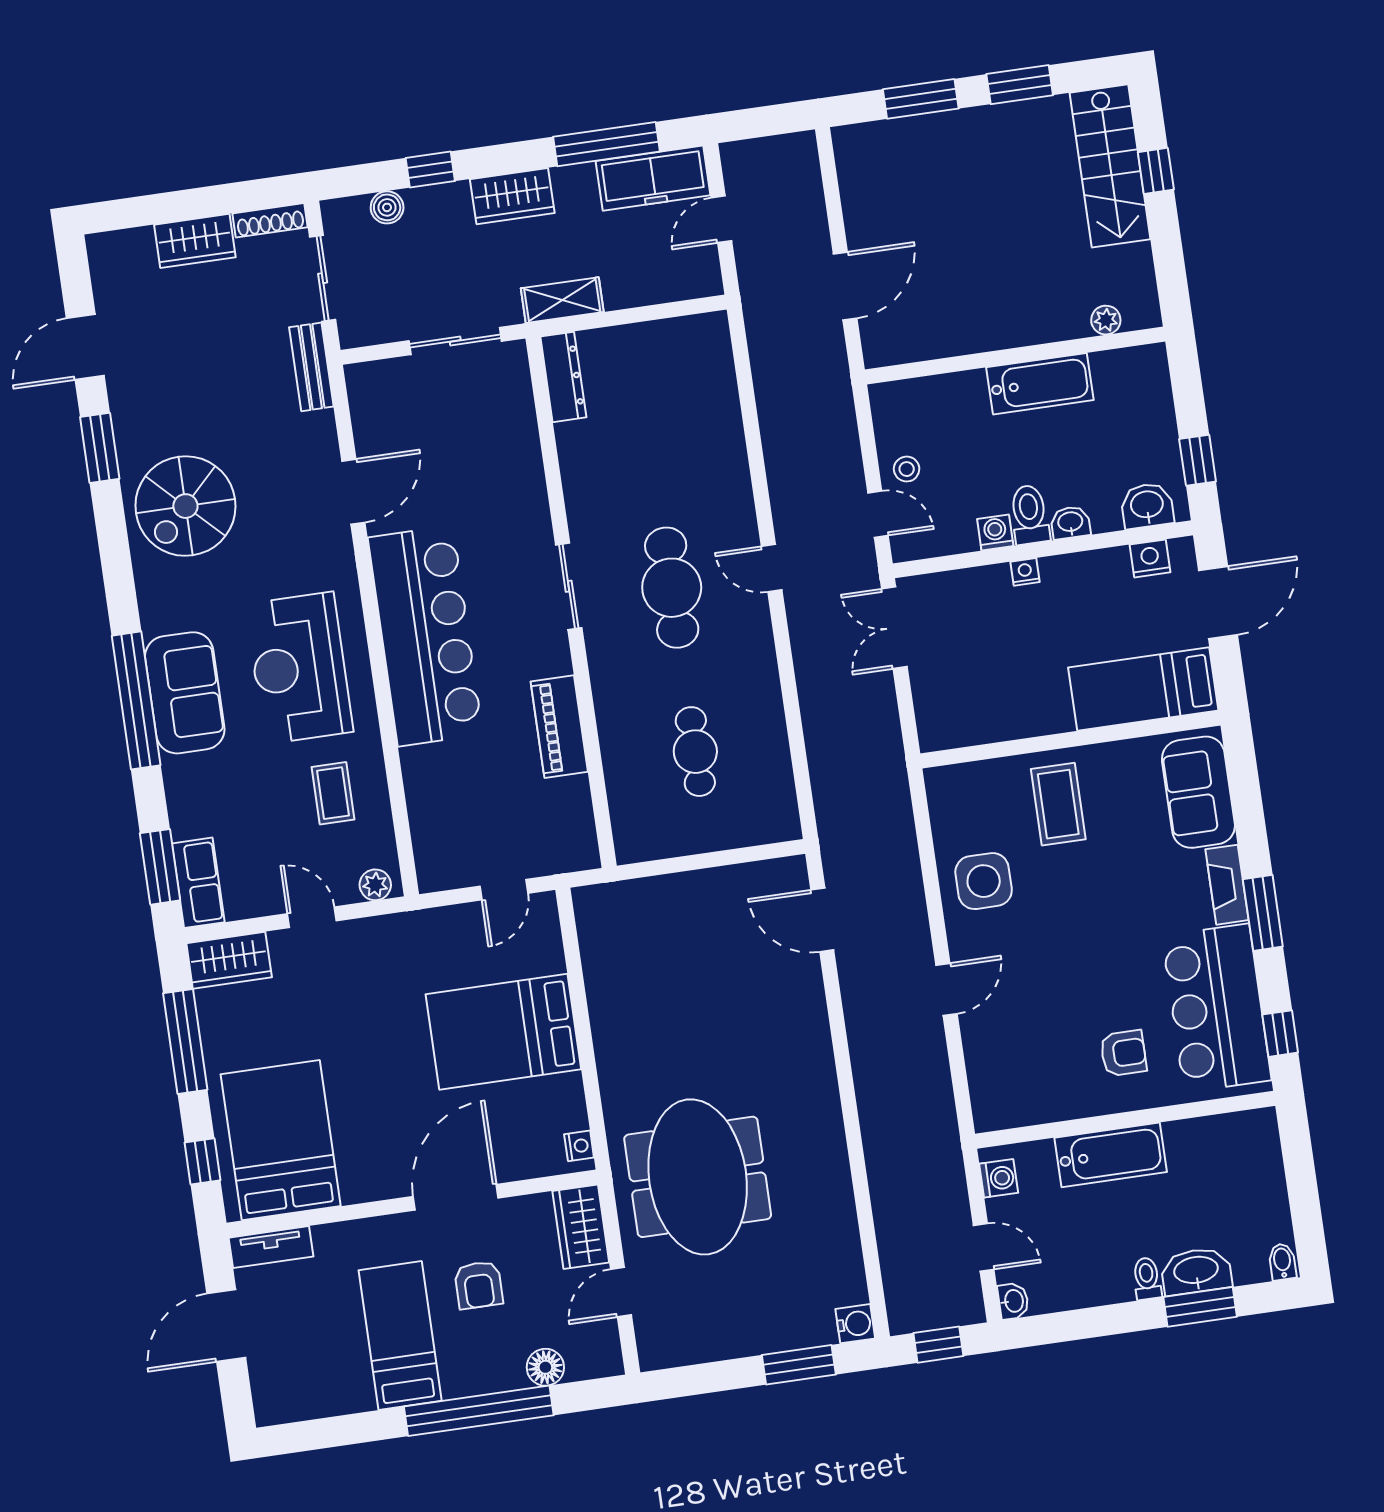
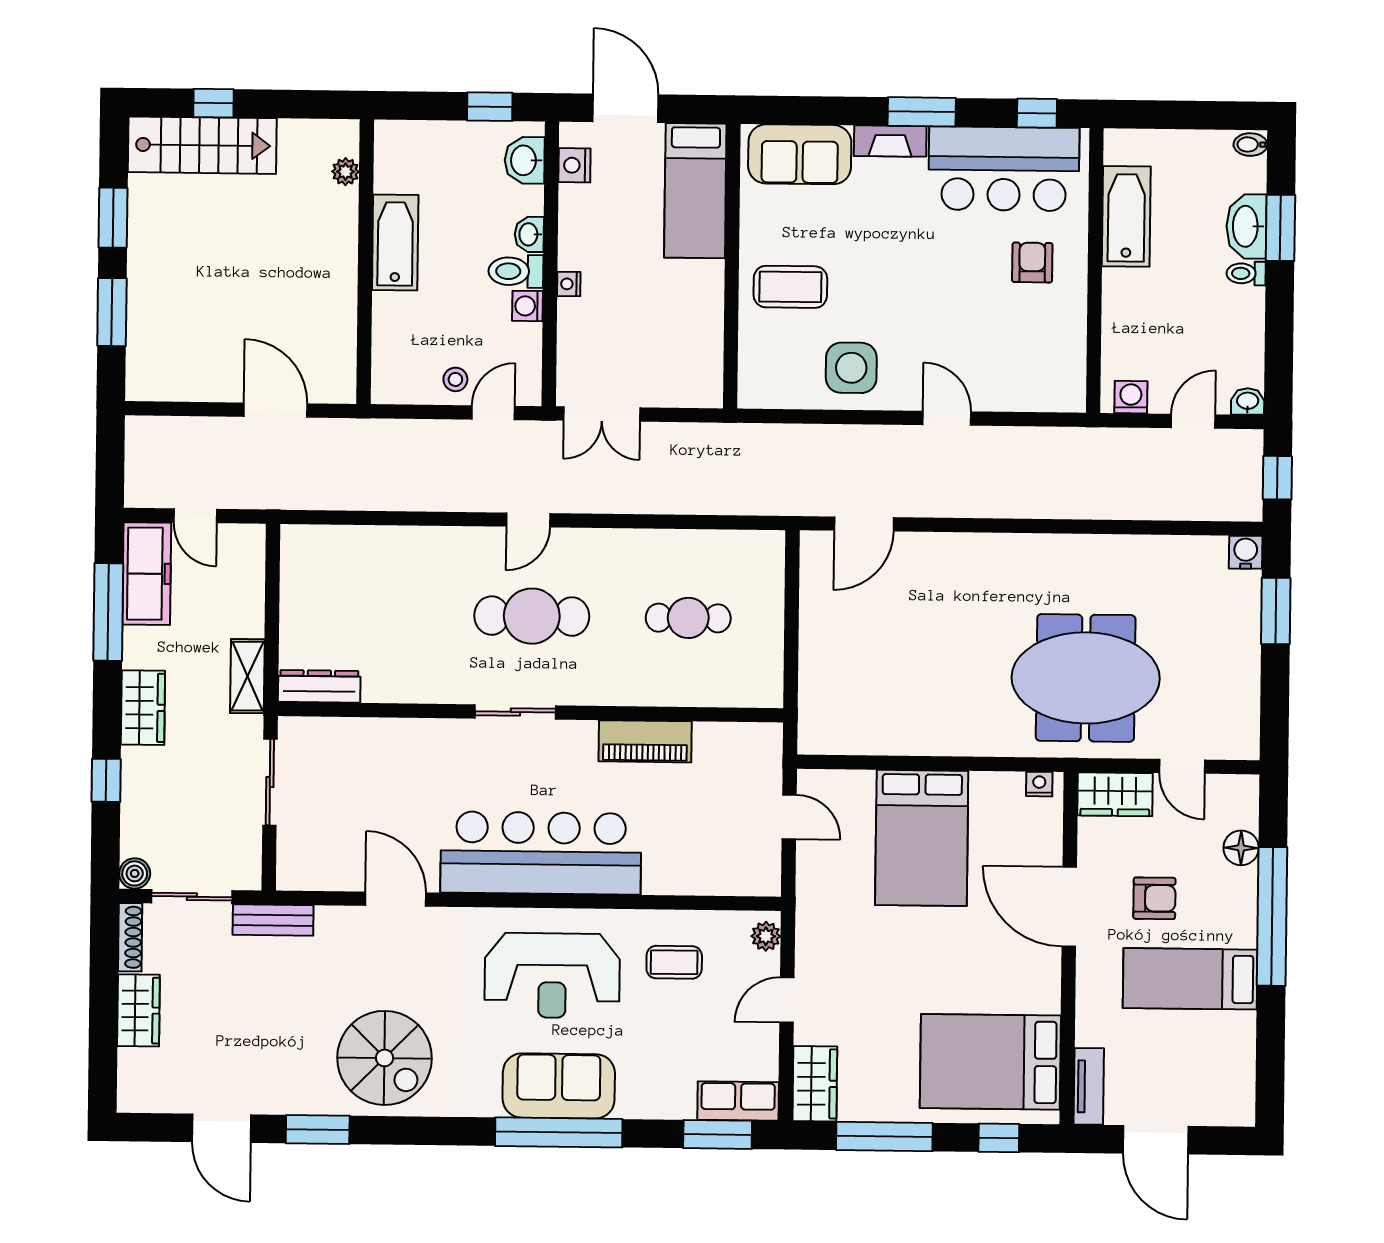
boiler: (387, 207) -> (135, 873), moved
bathtub: (1111, 1155) -> (1126, 216), moved

